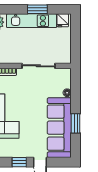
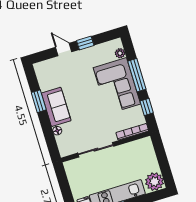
sofa: (59, 128) -> (56, 107), width x0.54, depth x0.79

